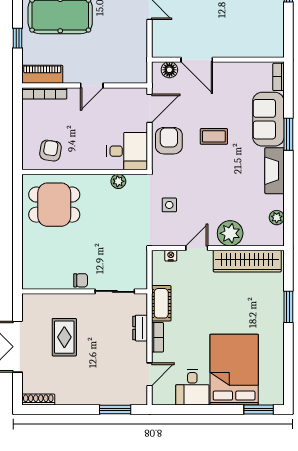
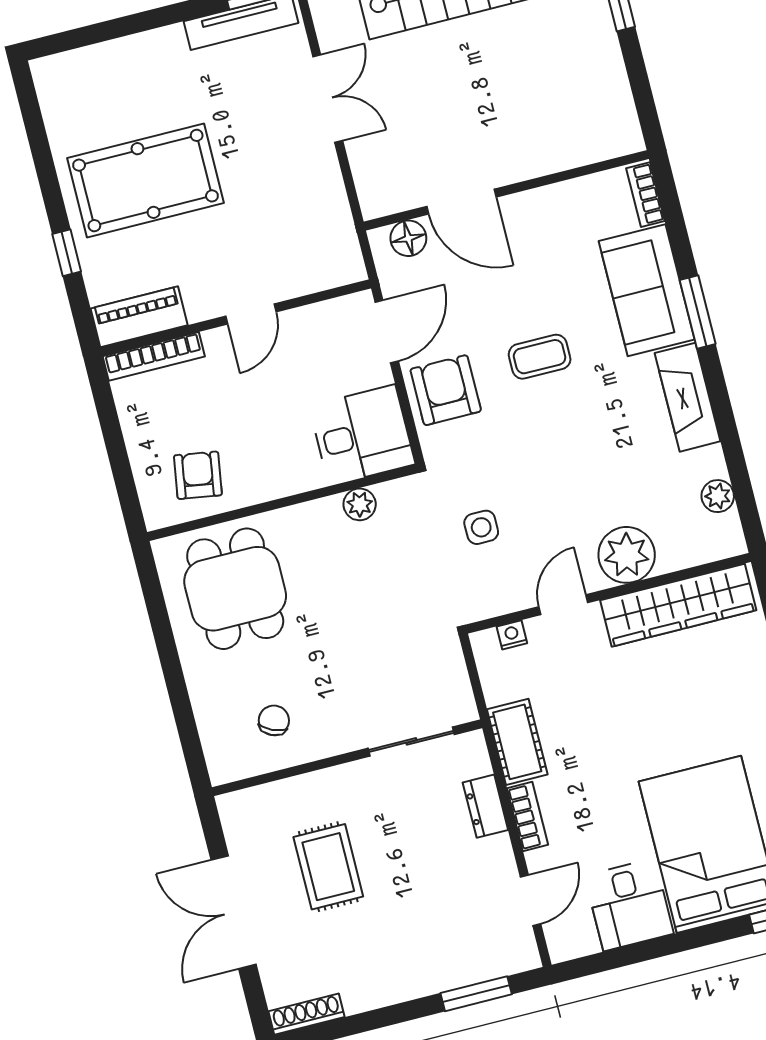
dining table: (54, 205) -> (235, 589), turned 90
chair: (81, 280) -> (274, 720), moved, turned -66

